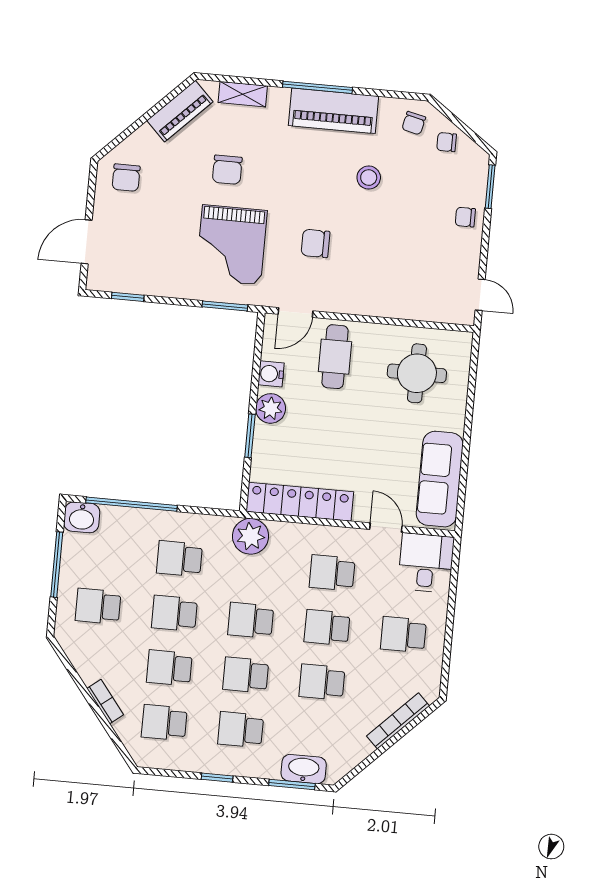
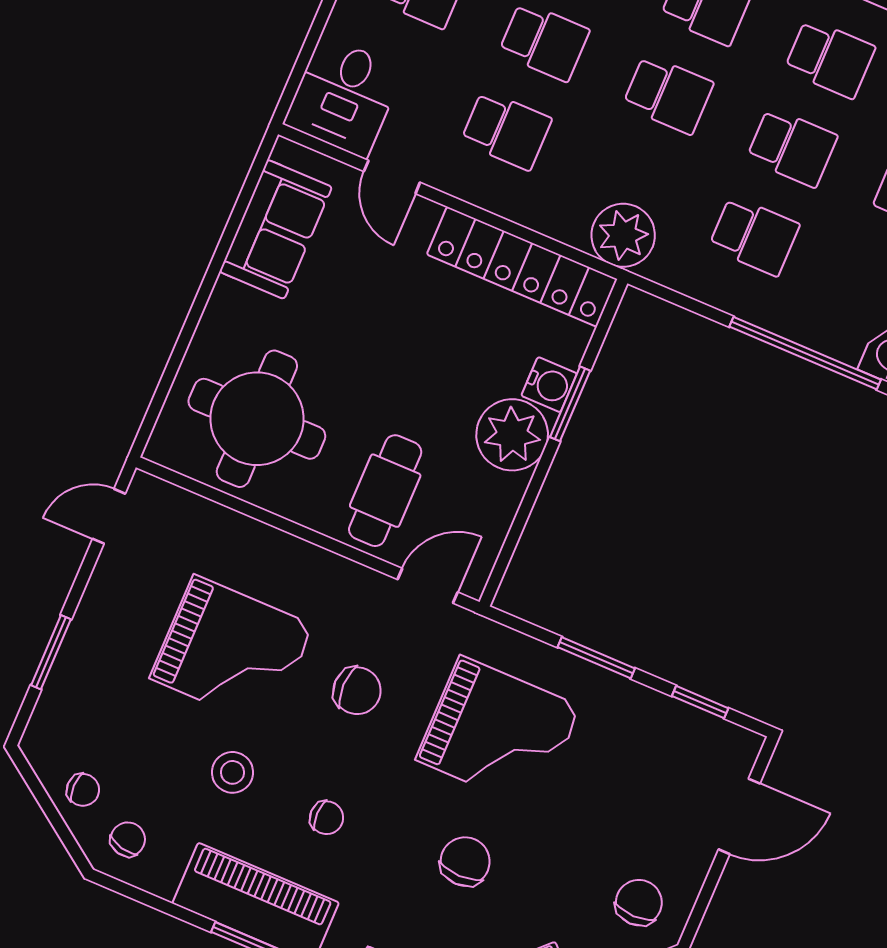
window: (490, 187) -> (51, 652), moved
chair: (465, 217) -> (327, 818), moved
grand piano: (390, 243) -> (232, 652), added
grand piano: (232, 245) -> (498, 733), turned 90
door: (480, 295) -> (109, 516), hinge flipped
window: (225, 306) -> (596, 658), moved
round table: (417, 373) -> (257, 419), width x1.36, depth x1.36
water cooler: (271, 374) -> (549, 385), moved
plant: (271, 408) -> (512, 435), width x1.36, depth x1.36
sofa: (440, 479) -> (276, 229), width x0.73

